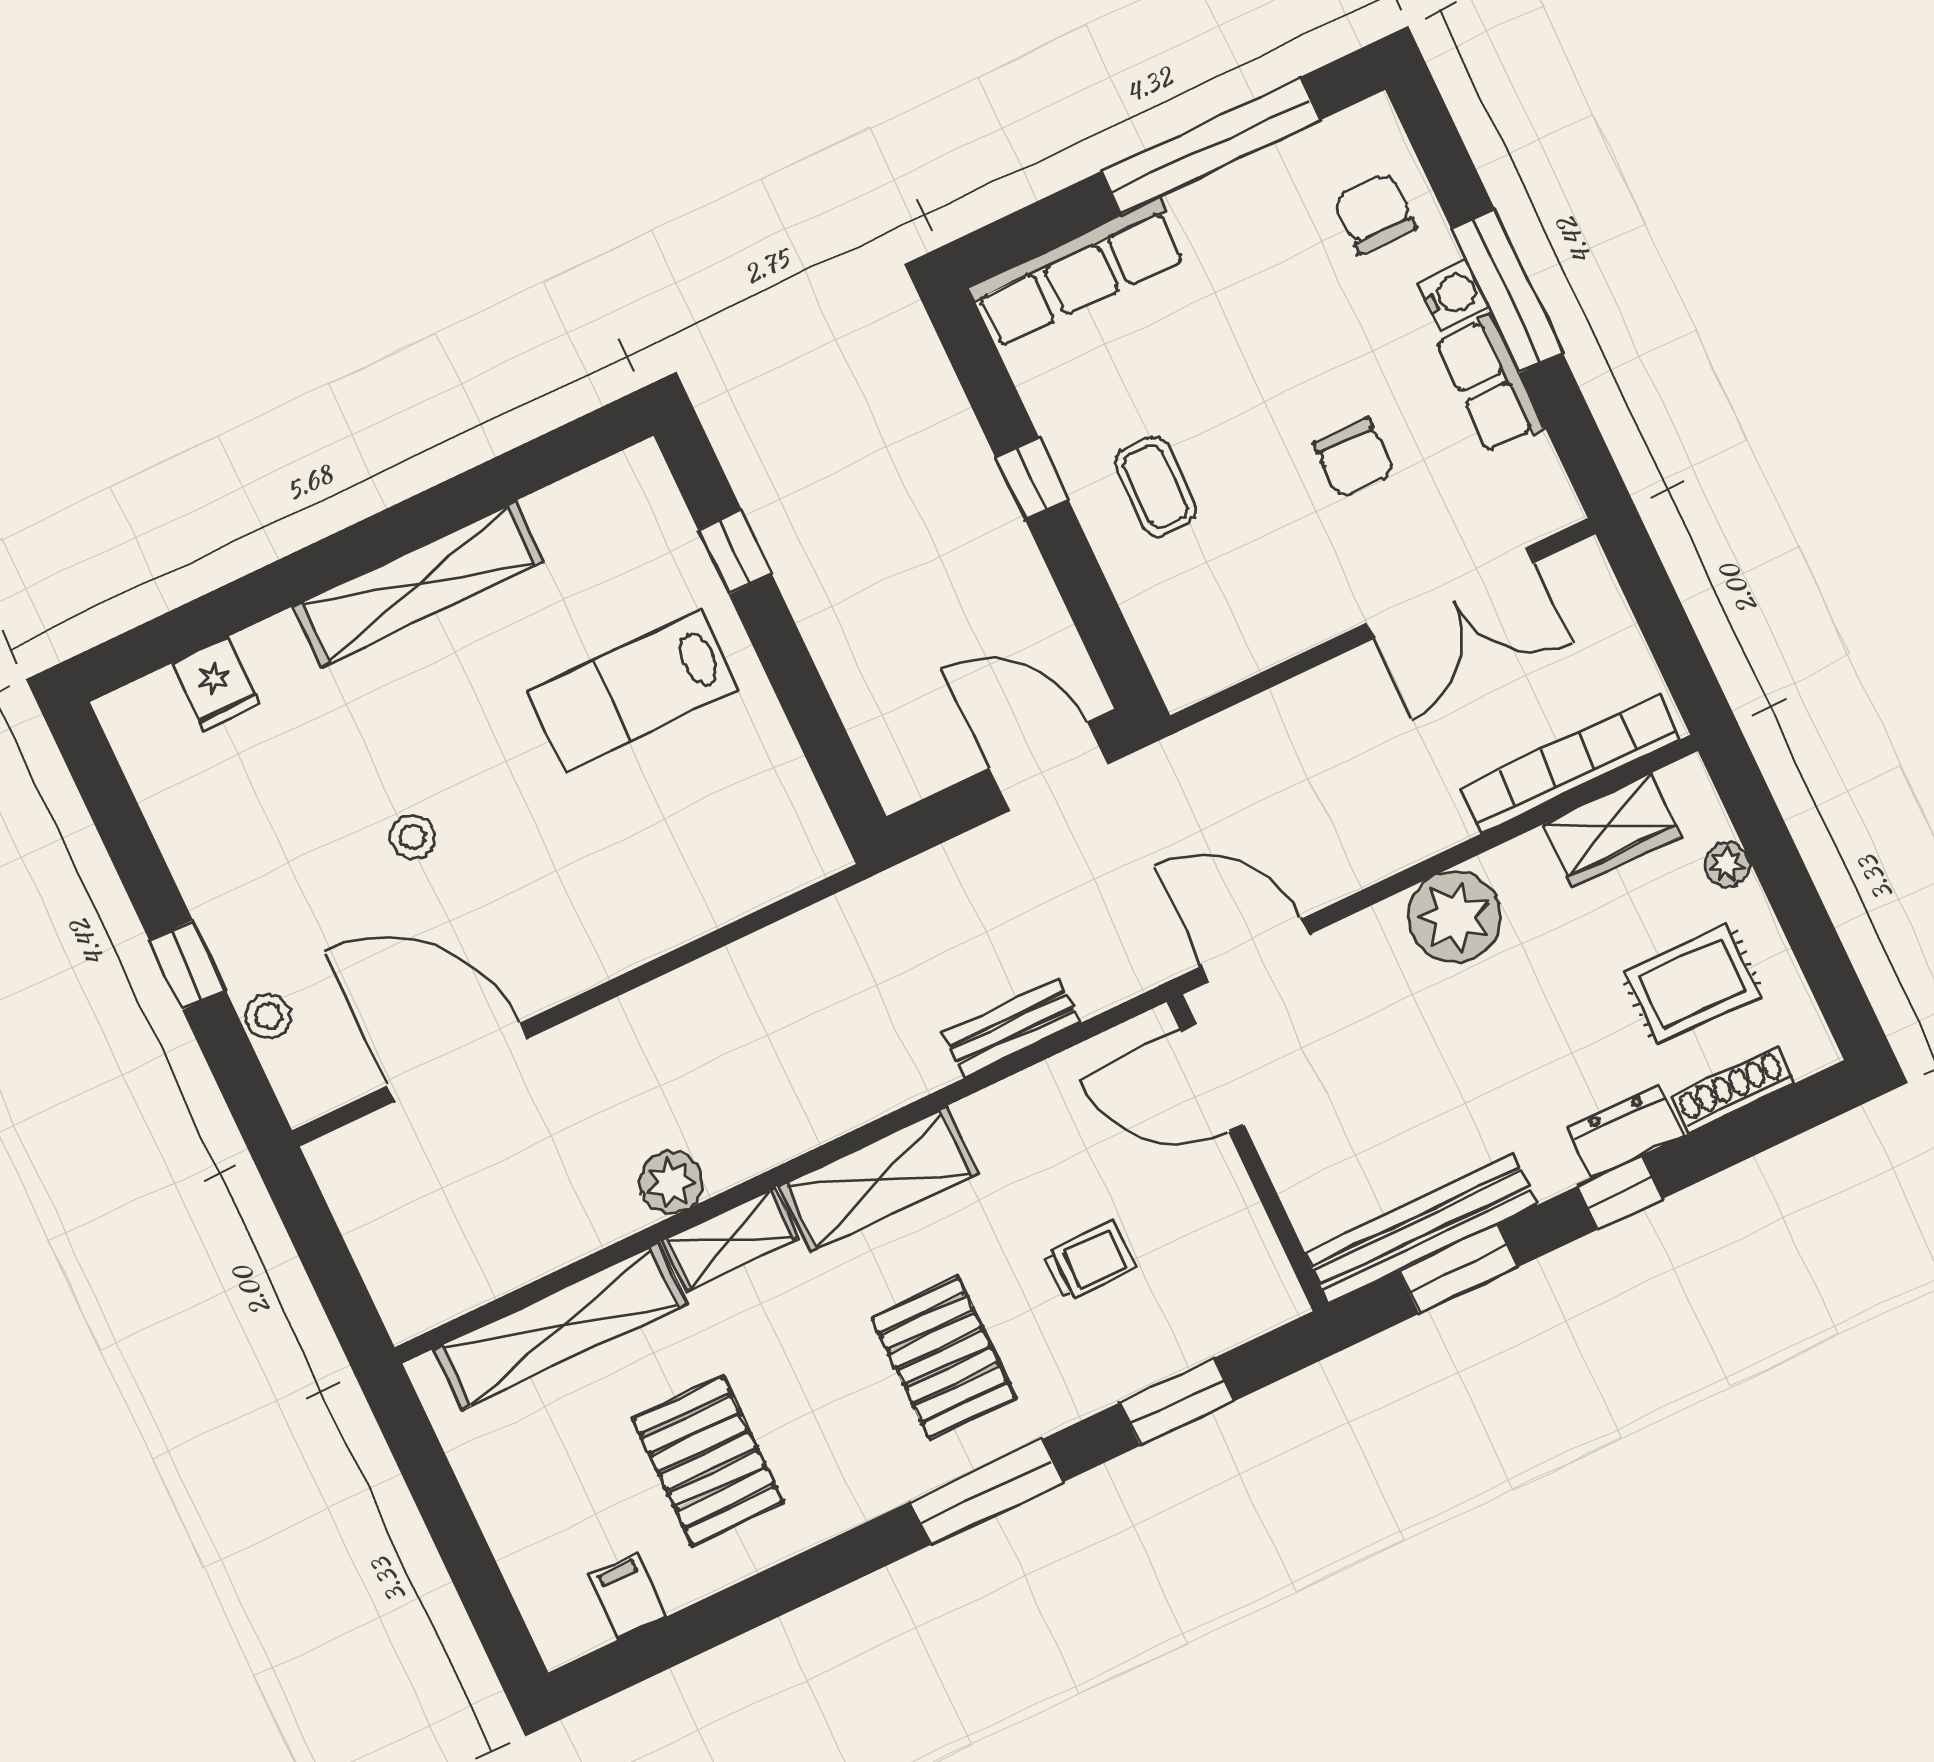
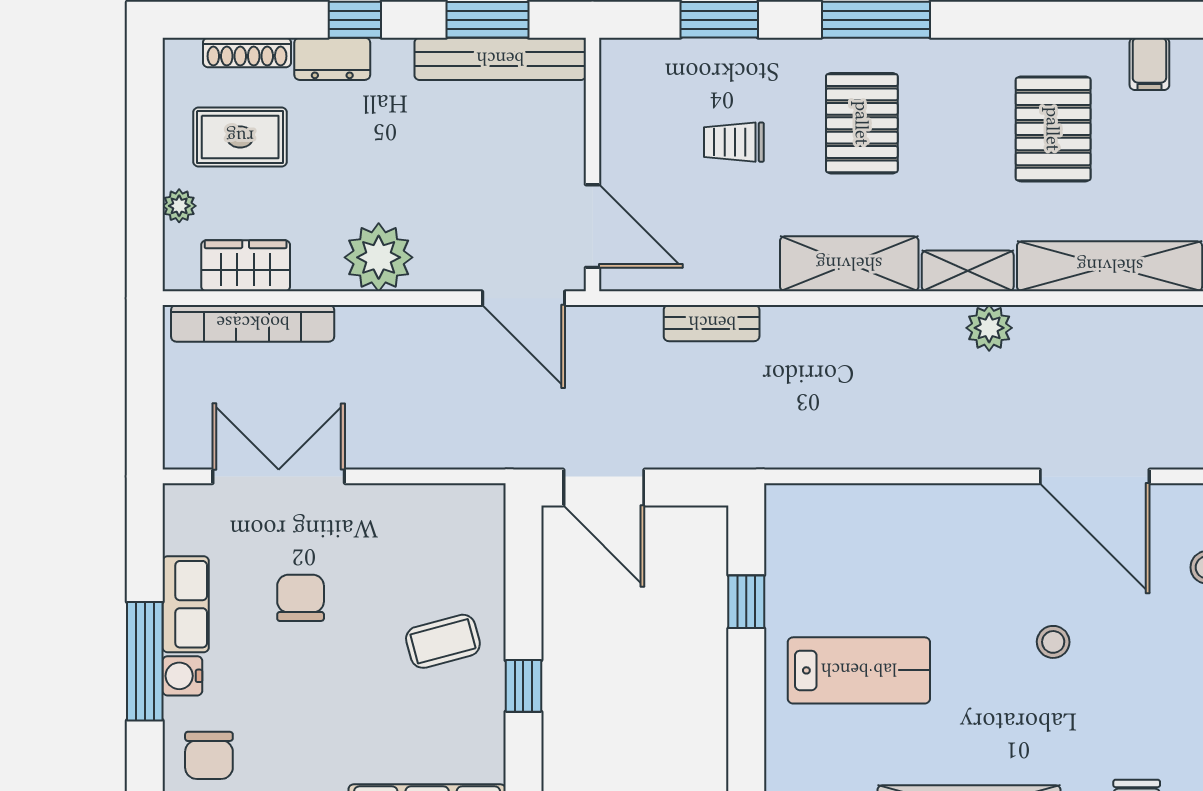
coffee table: (1155, 487) -> (443, 641), turned 75
window: (735, 552) -> (746, 602), moved

